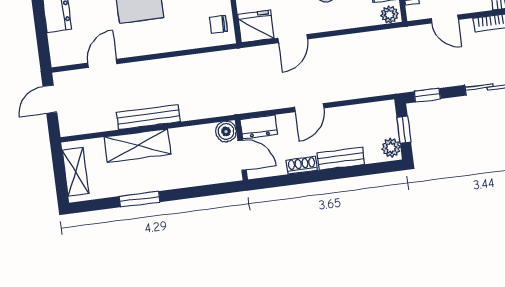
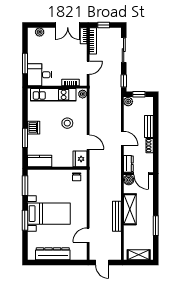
door: (102, 63) -> (88, 235), hinge flipped
shelving: (137, 146) -> (130, 209), moved
plant: (391, 148) -> (128, 102), moved
door: (242, 155) -> (141, 174), swing flipped

